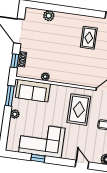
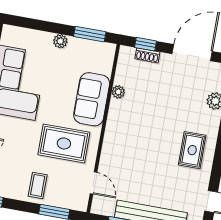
rug: (89, 38) -> (192, 150), moved, turned 90
sofa: (33, 91) -> (92, 99), moved

